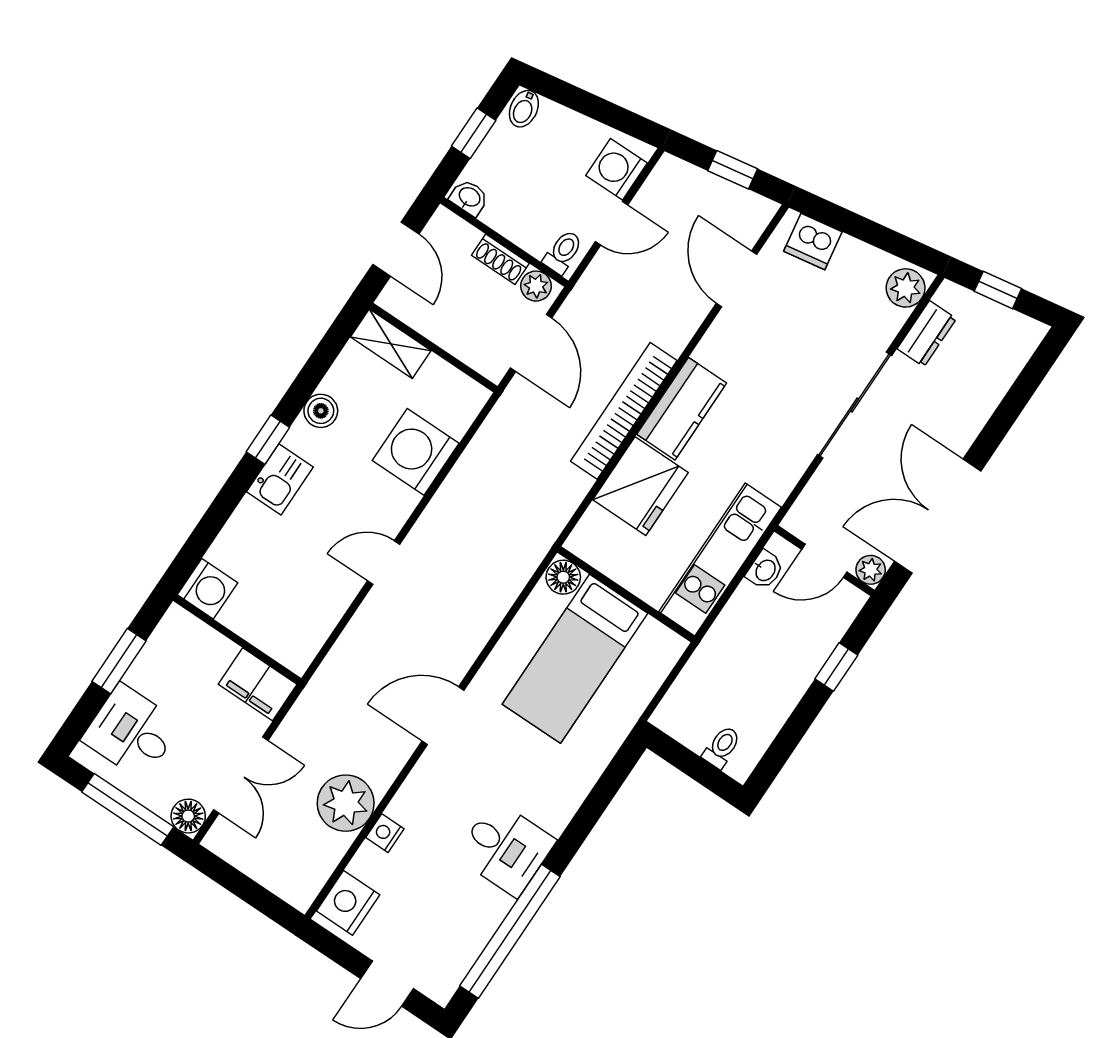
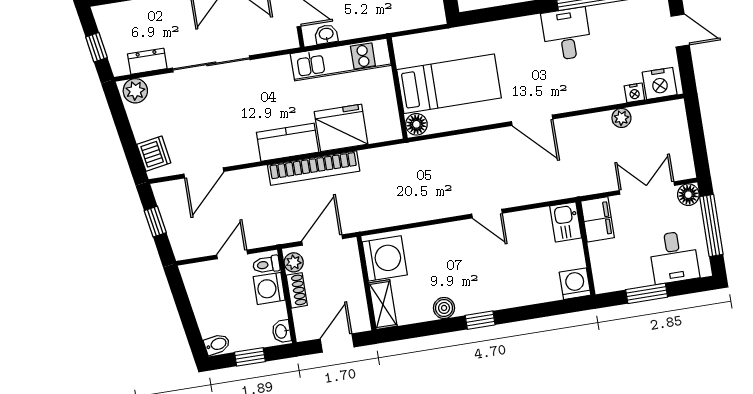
washing machine: (617, 169) -> (269, 288), moved, turned 90
door: (612, 223) -> (232, 254), hinge flipped
washing machine: (416, 452) -> (385, 258), moved, turned -90
kitchen sink: (280, 479) -> (566, 222), moved, turned -90
plant: (346, 803) -> (621, 118), width x0.53, depth x0.53
nightstand: (385, 833) -> (634, 93), moved

